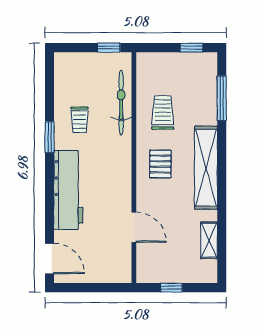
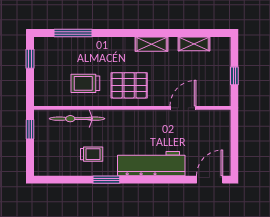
pallet: (160, 164) -> (129, 85), width x1.50, depth x1.42
shelving: (206, 168) -> (152, 44), width x0.45, depth x0.75

